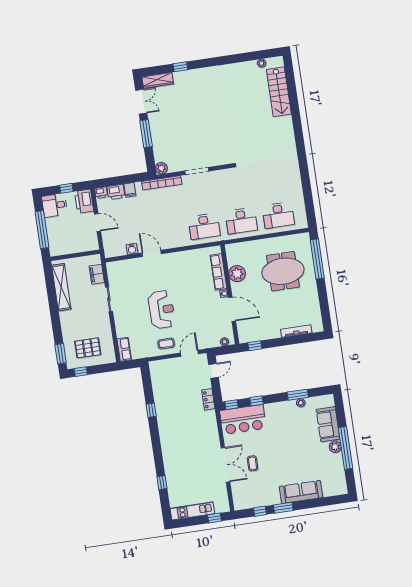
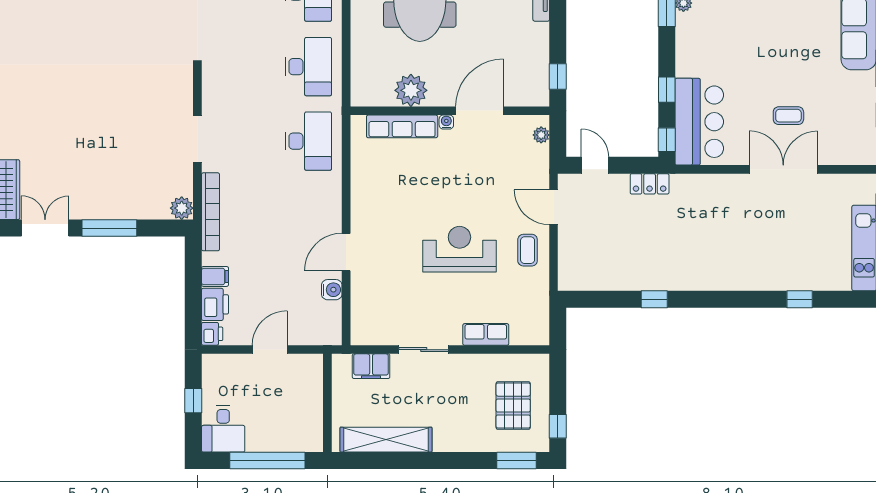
printer: (84, 201) -> (224, 370), removed
row of seats: (124, 349) -> (486, 334), moved

